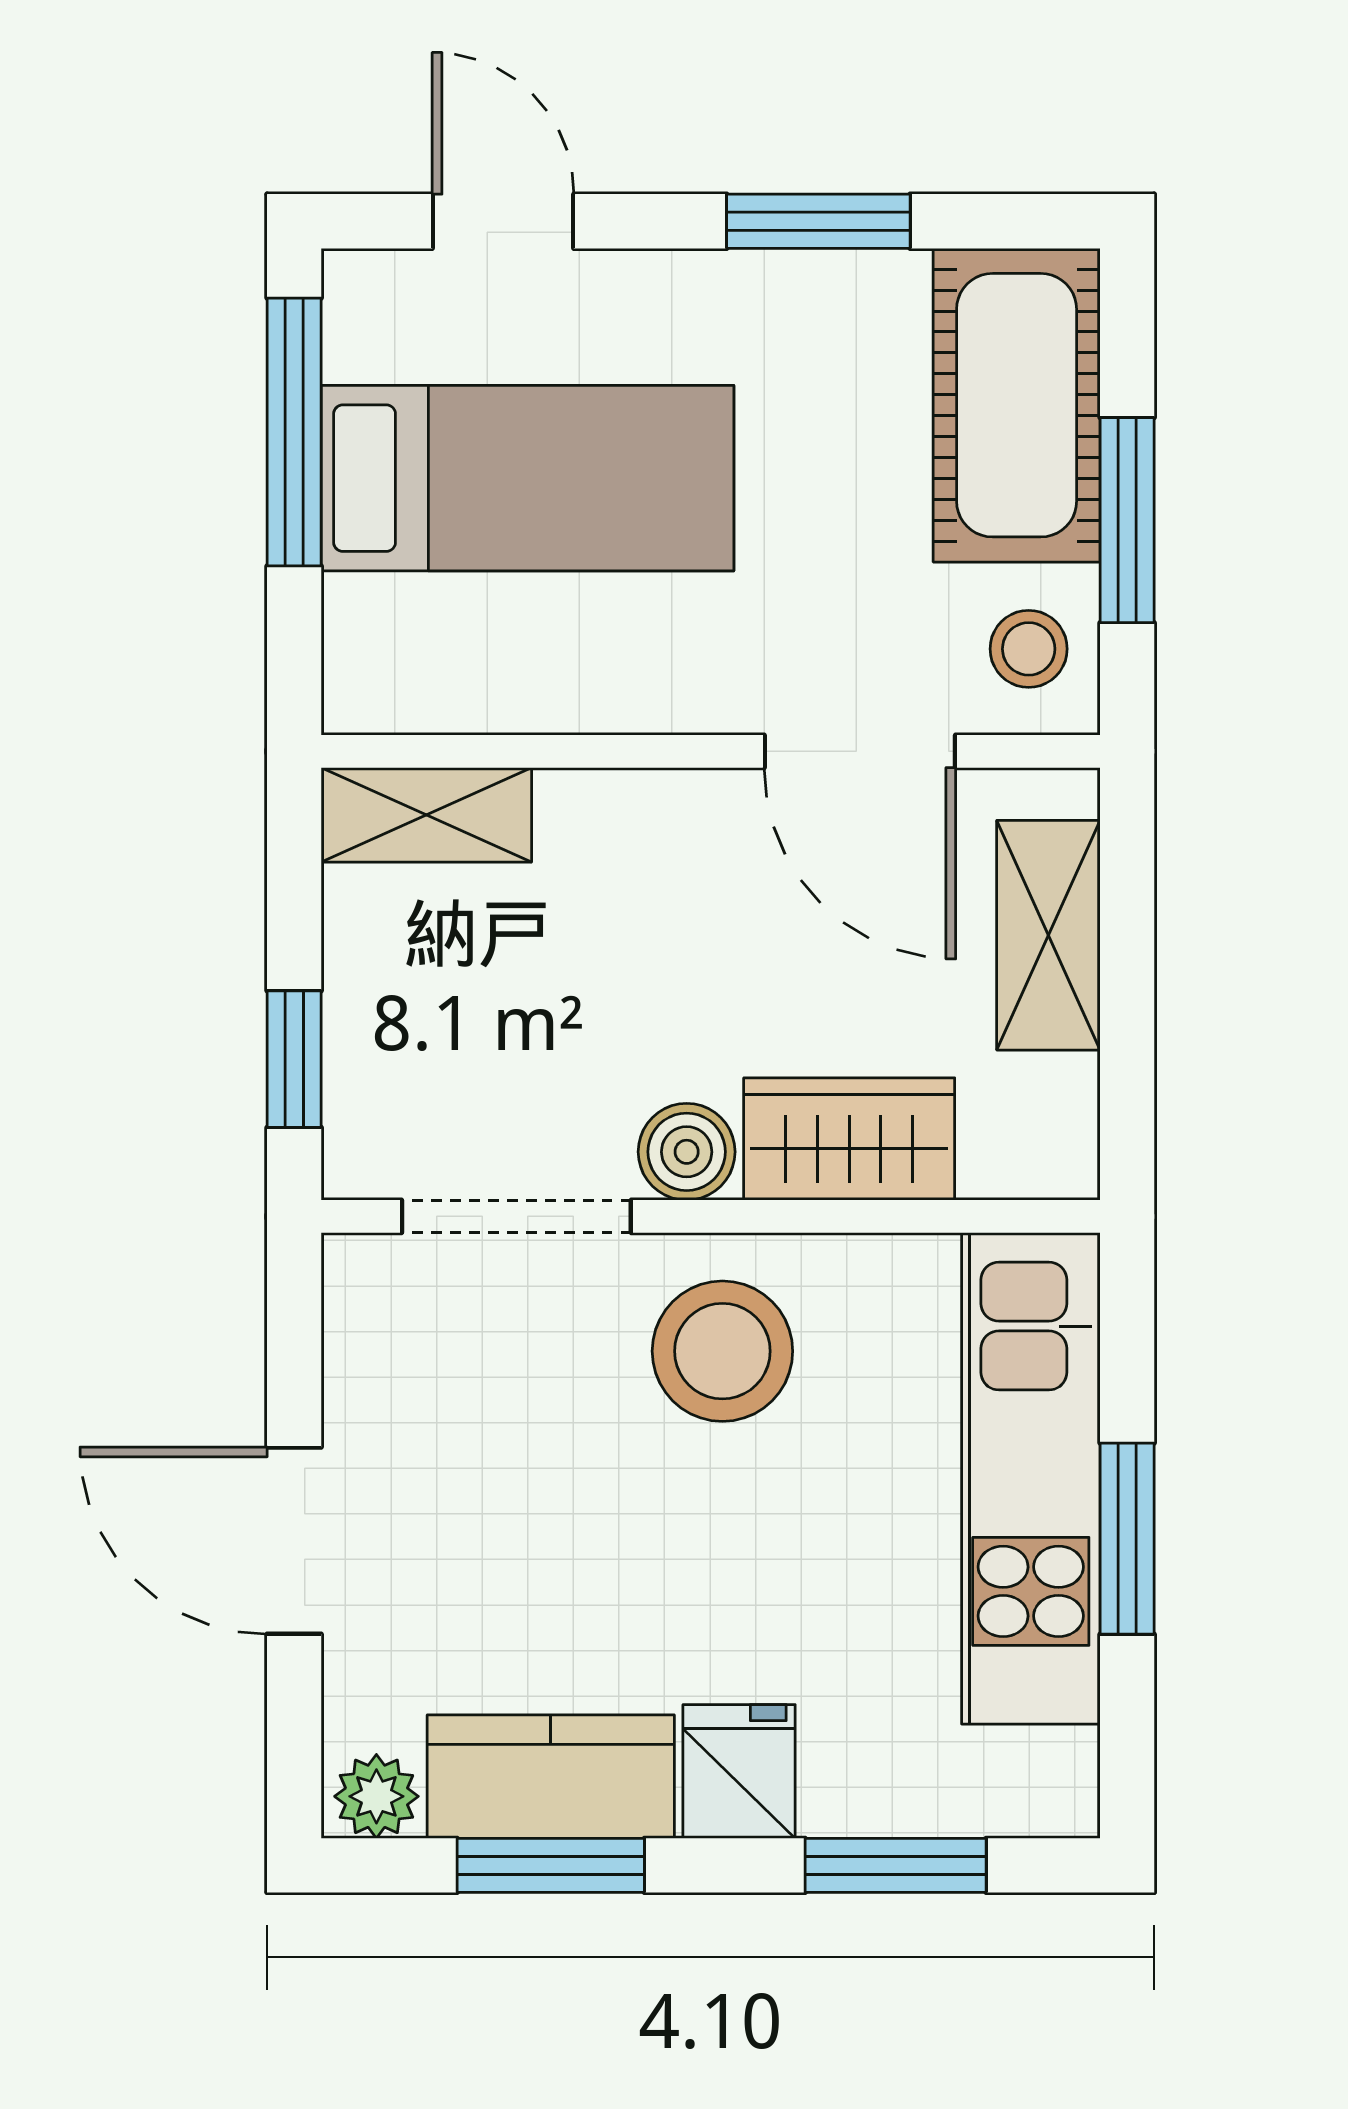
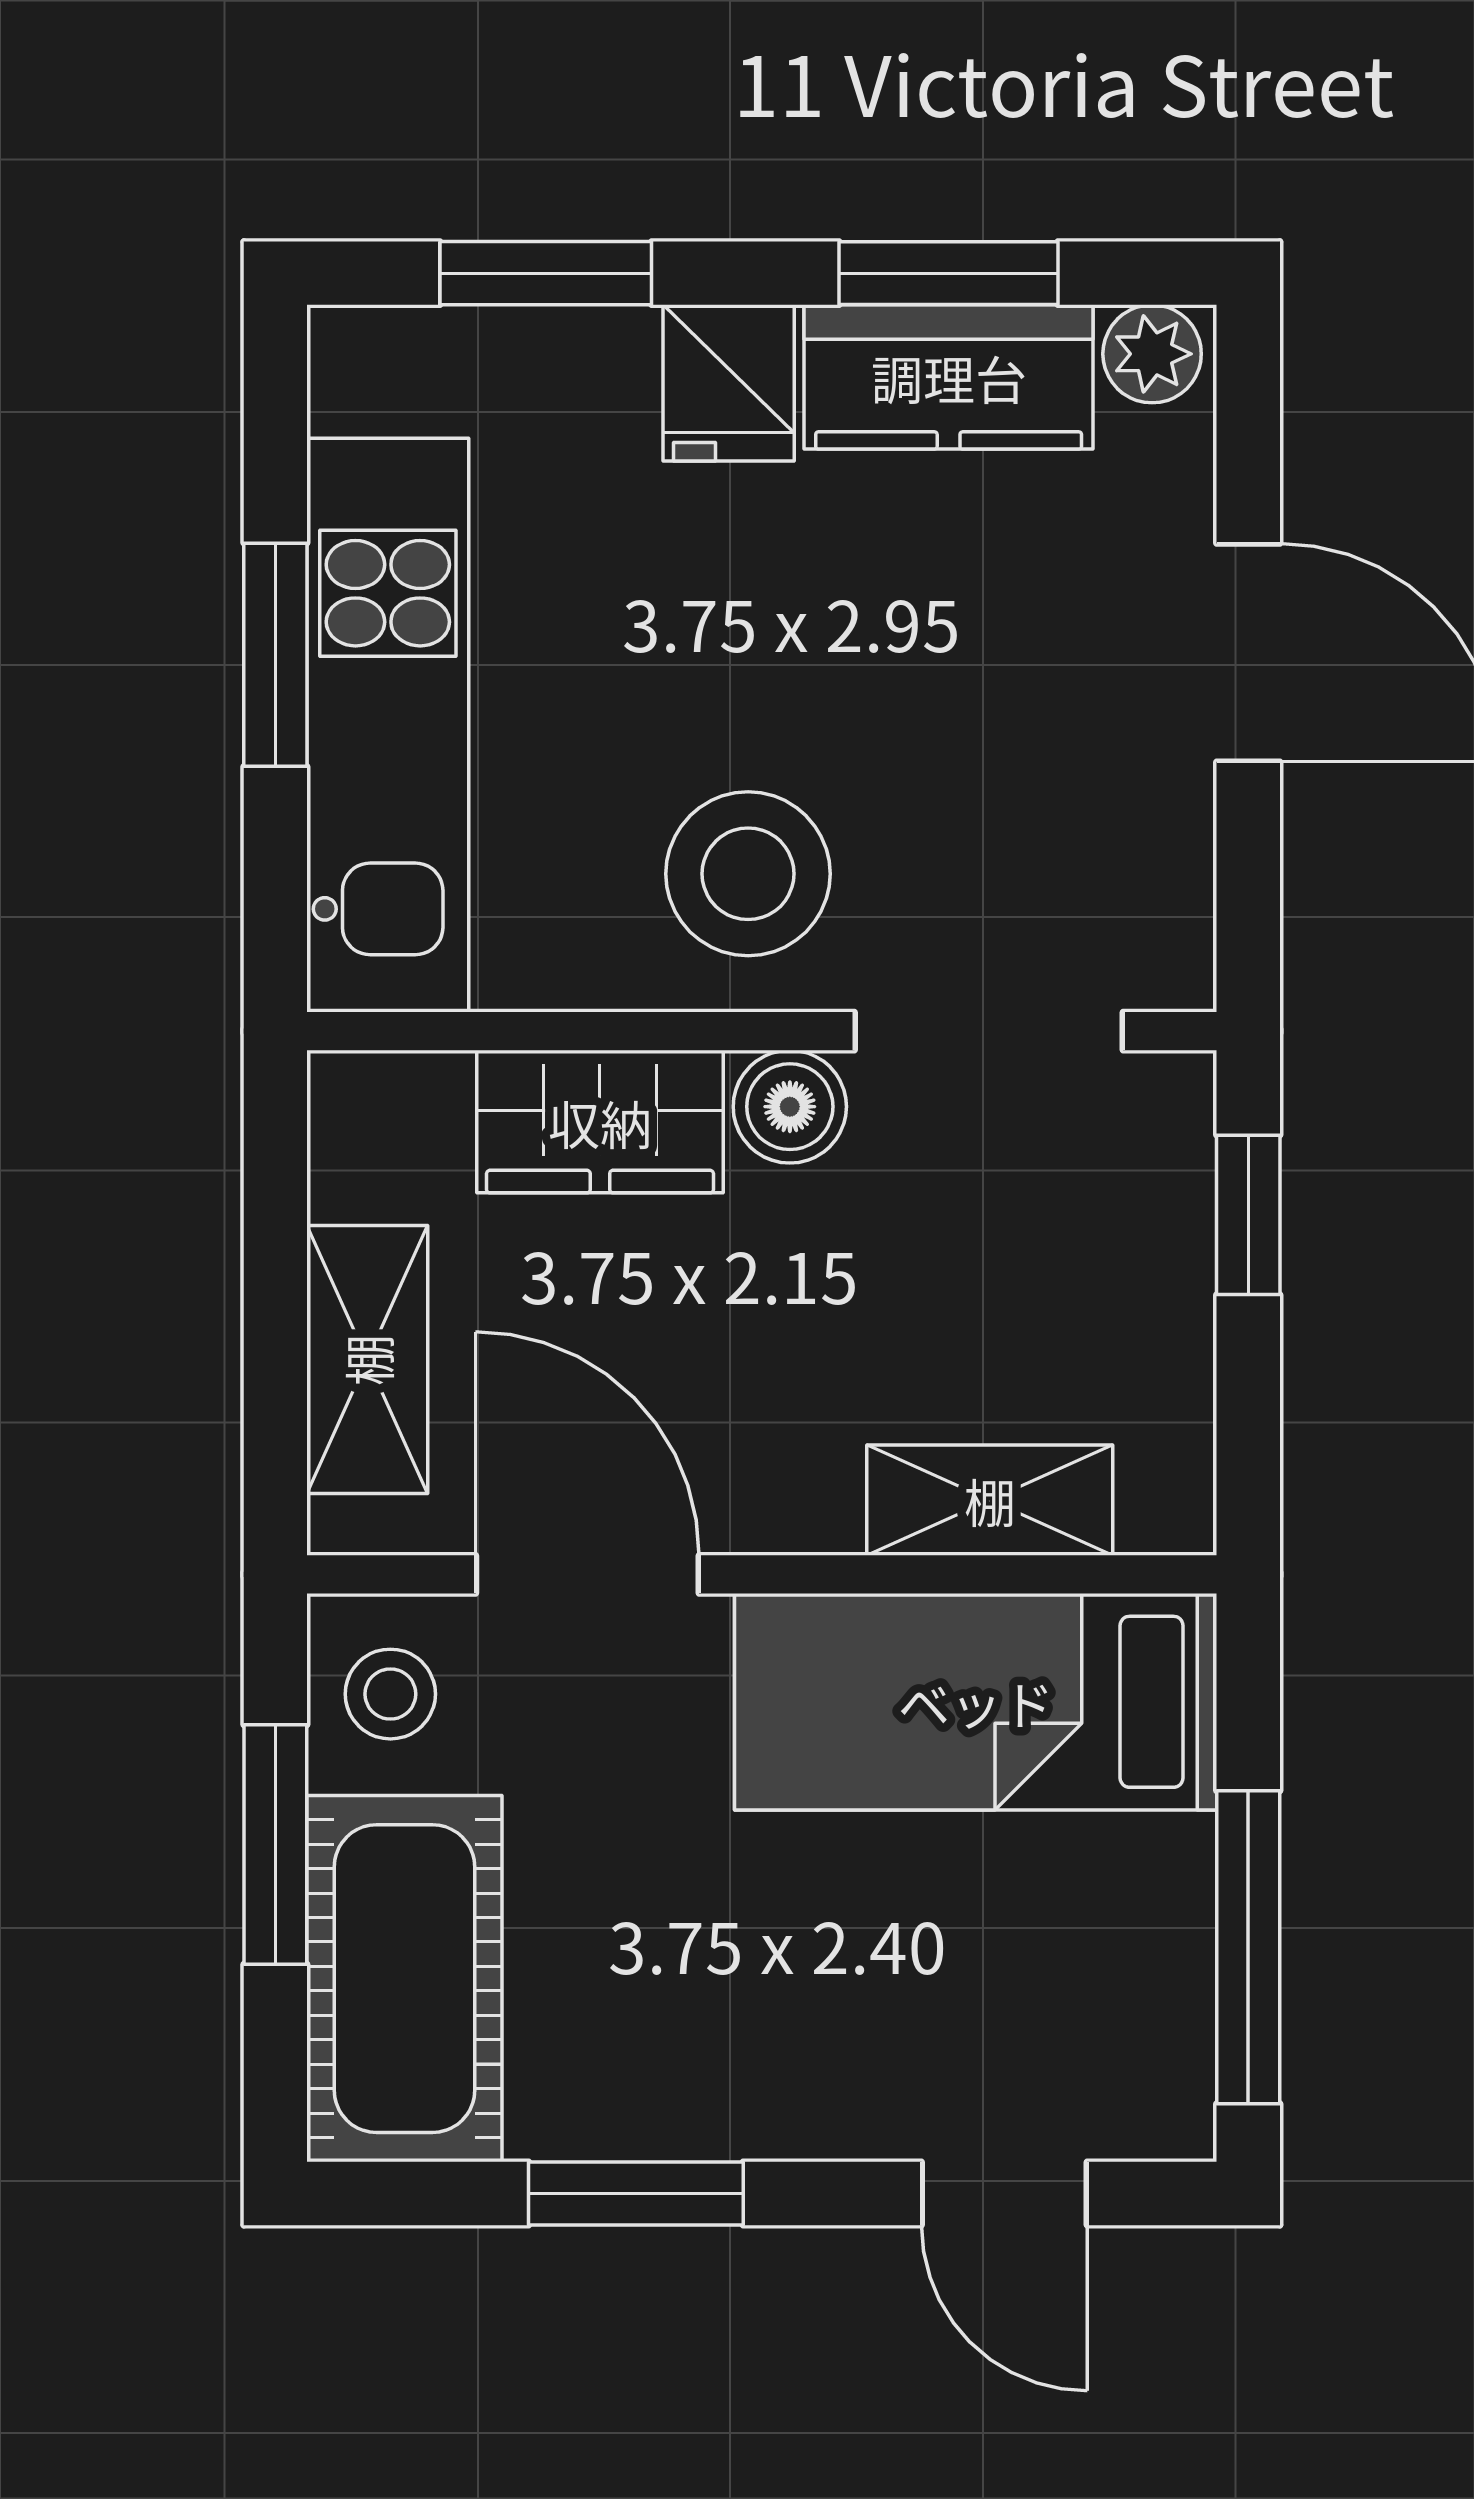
bed: (528, 478) -> (976, 1702), moved
shelving: (426, 815) -> (990, 1500), moved

